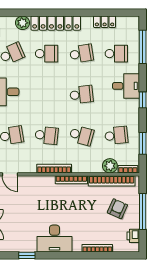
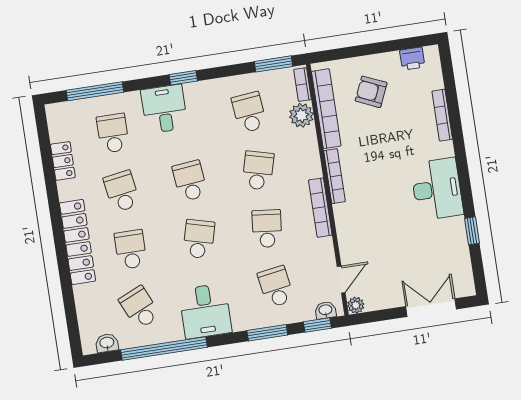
plant: (23, 23) -> (86, 297), removed
school desk: (47, 94) -> (199, 239), added
window: (143, 143) -> (274, 64), moved
window: (143, 211) -> (369, 49), removed

